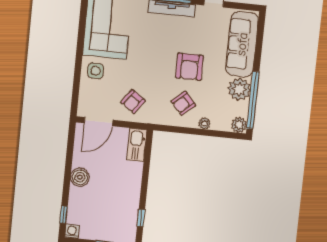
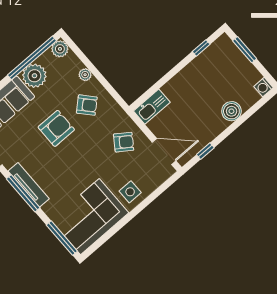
boiler: (80, 177) -> (231, 111), moved
window: (64, 215) -> (205, 151), moved

